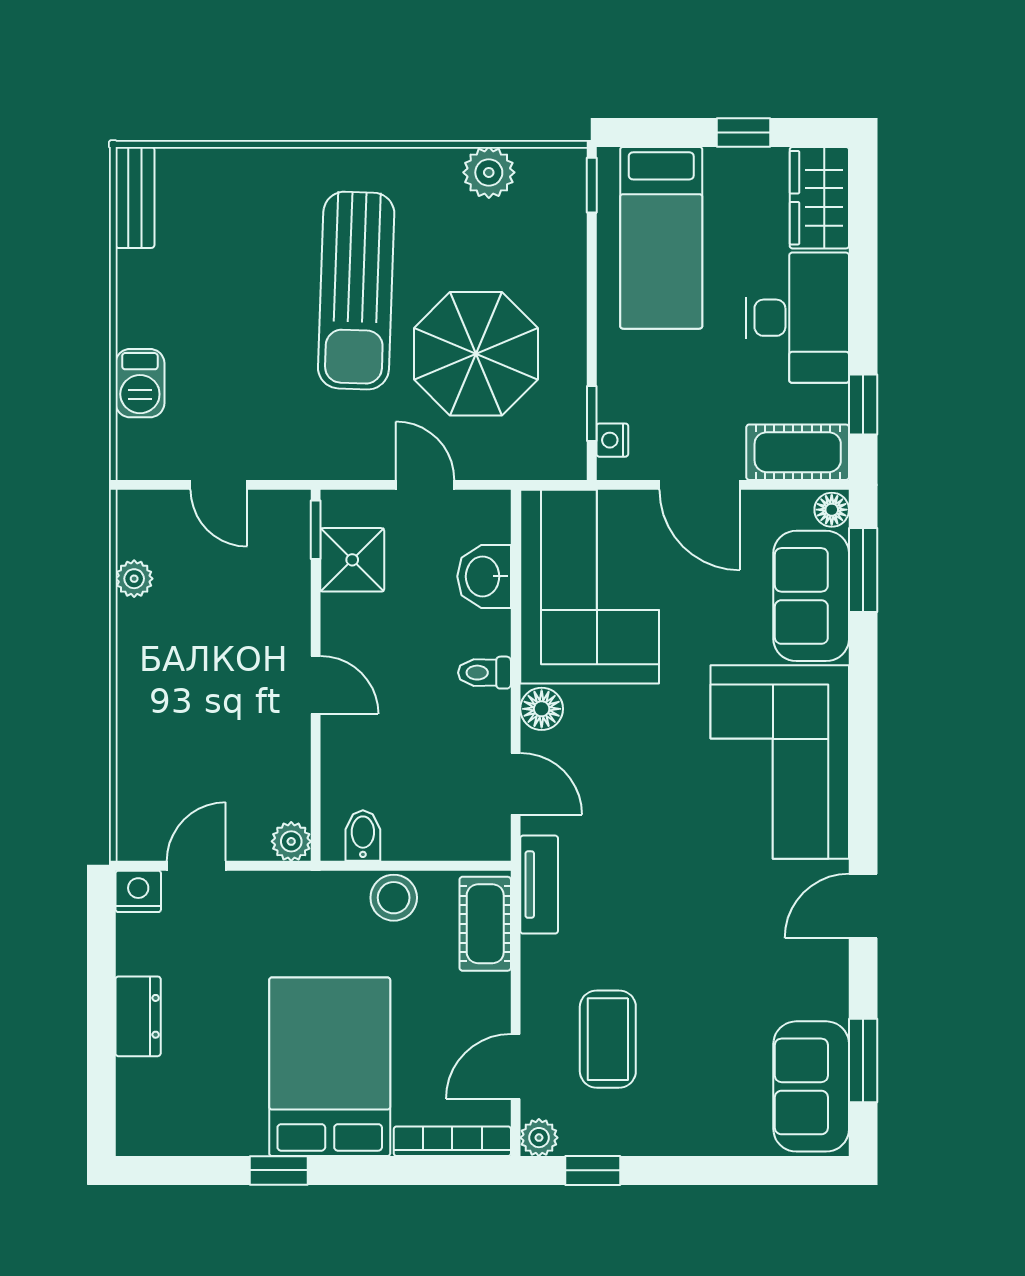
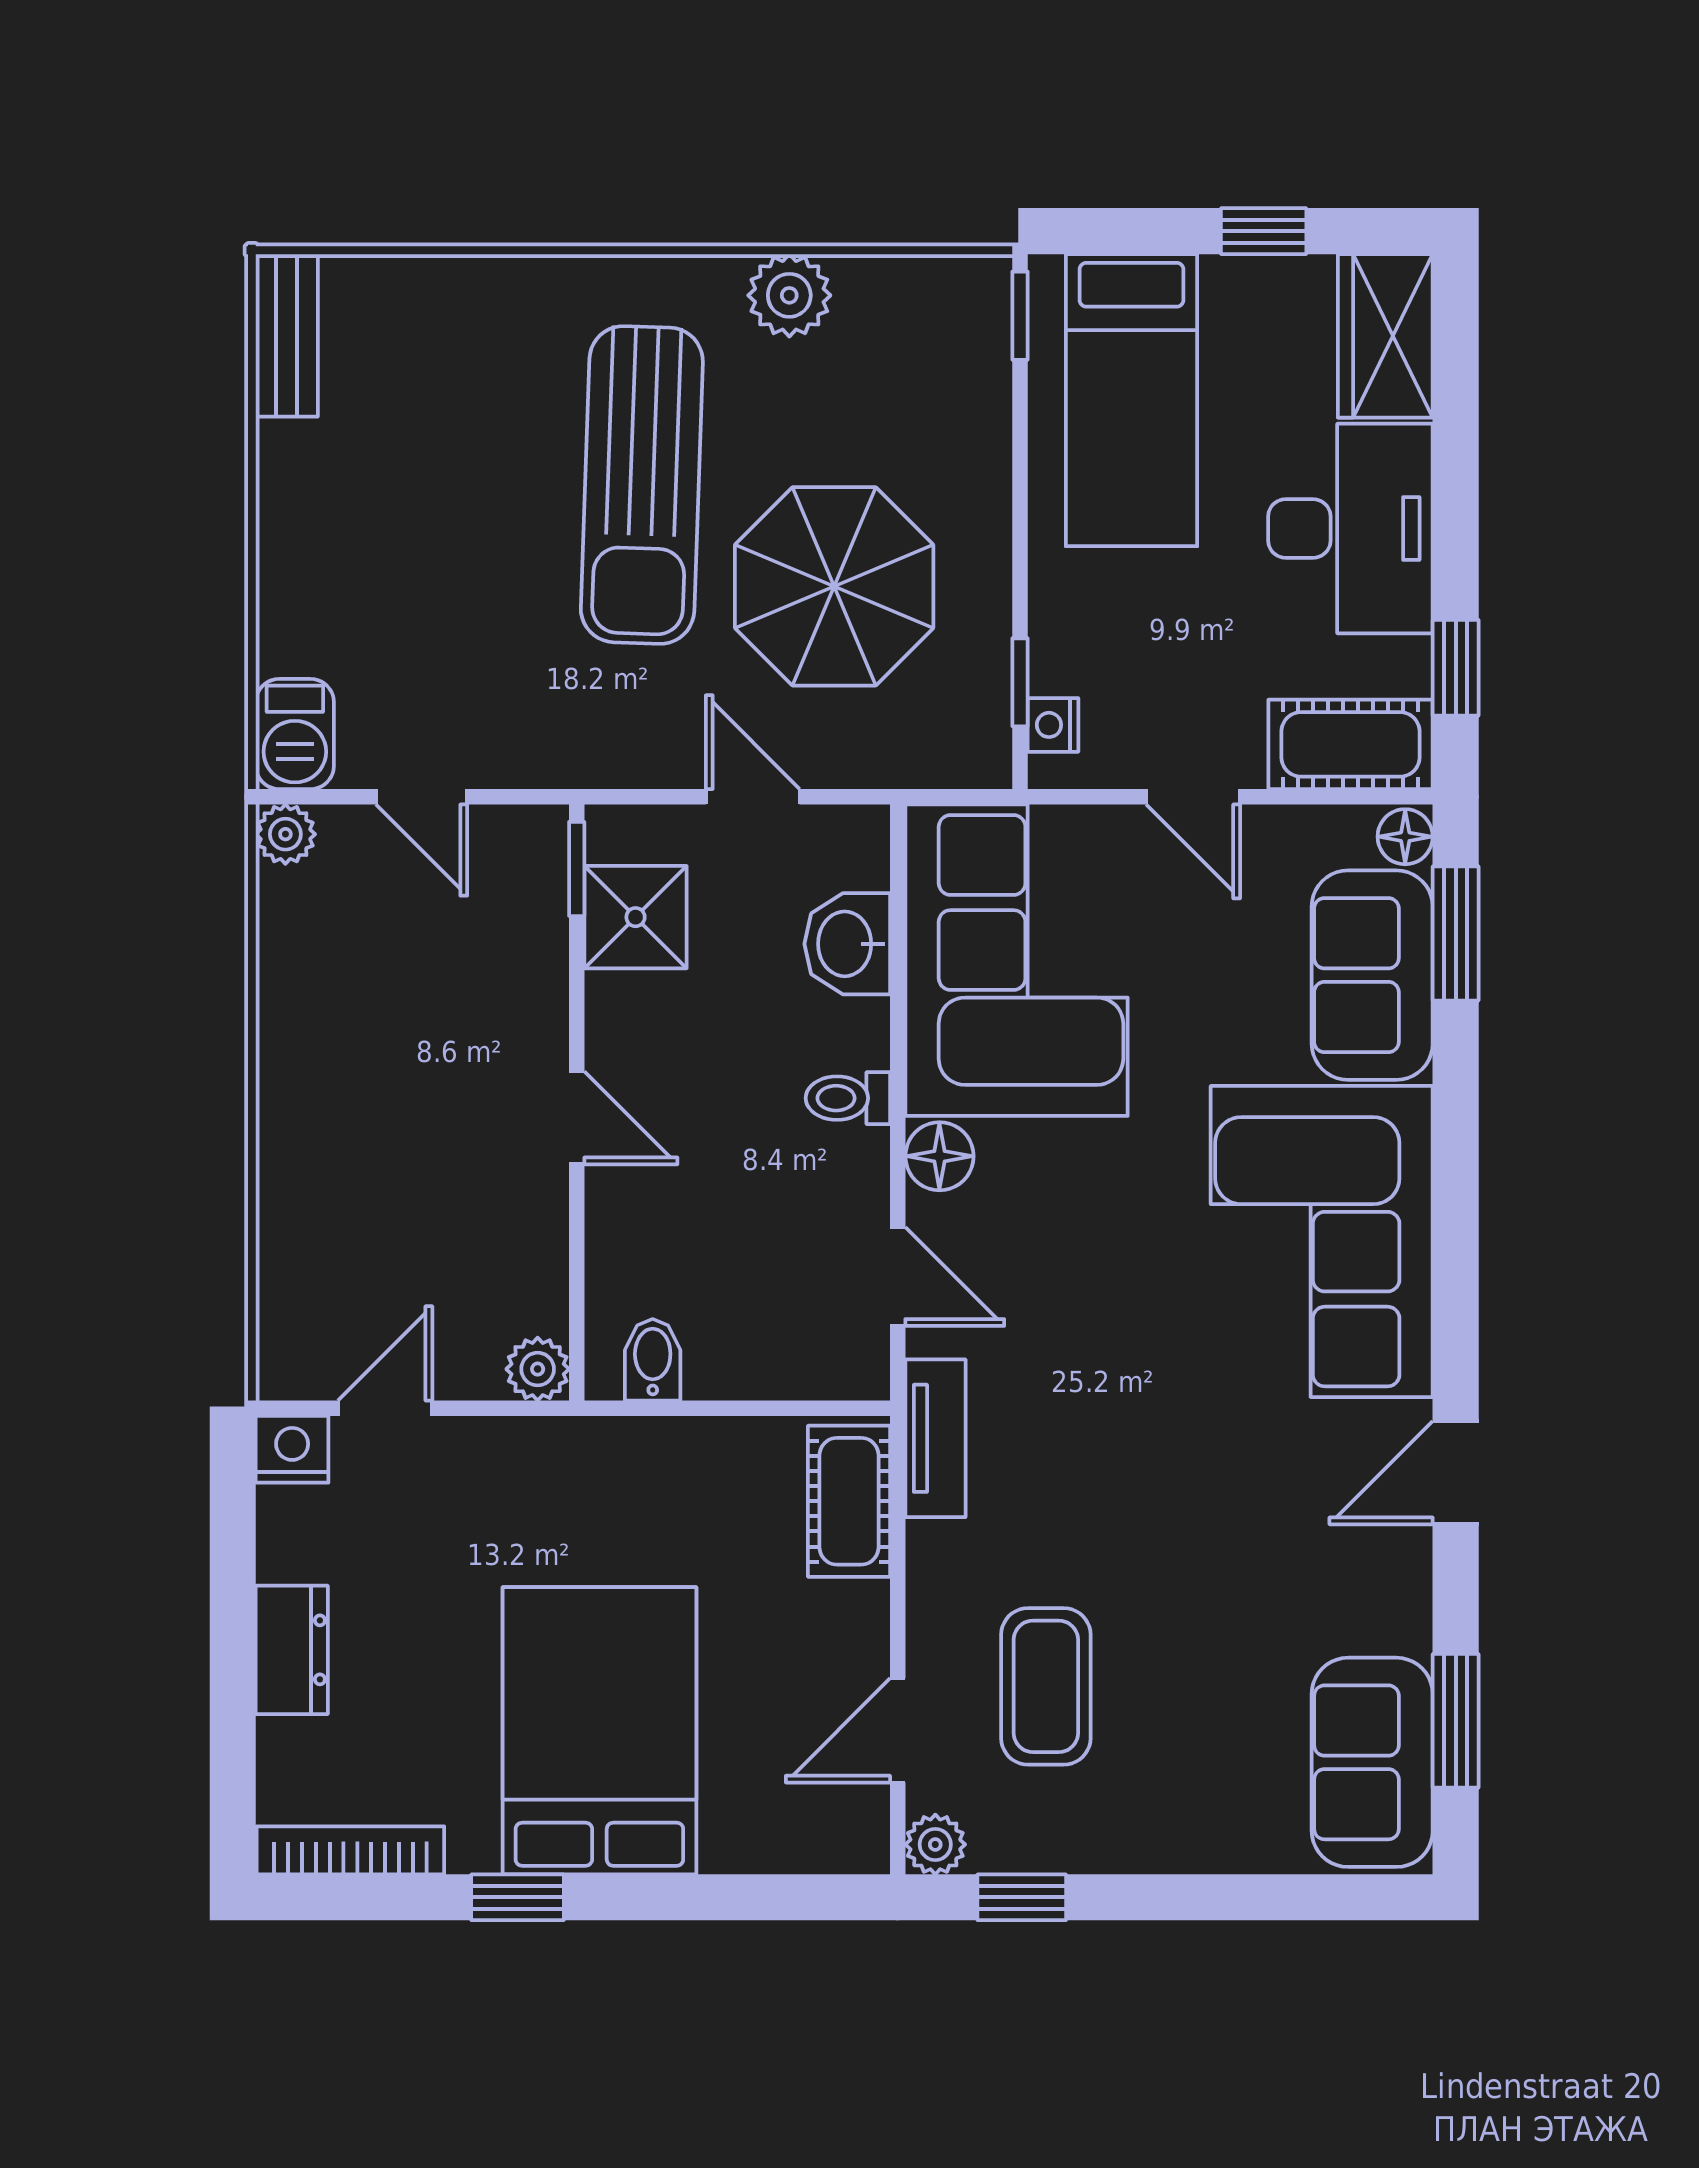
plant: (489, 172) -> (789, 295), moved
barbecue: (140, 383) -> (295, 734), moved
door: (700, 485) -> (1193, 797), width x0.73
plant: (134, 579) -> (285, 834), moved
stool: (394, 898) -> (702, 1459), removed
bookcase: (452, 1141) -> (350, 1850), moved

